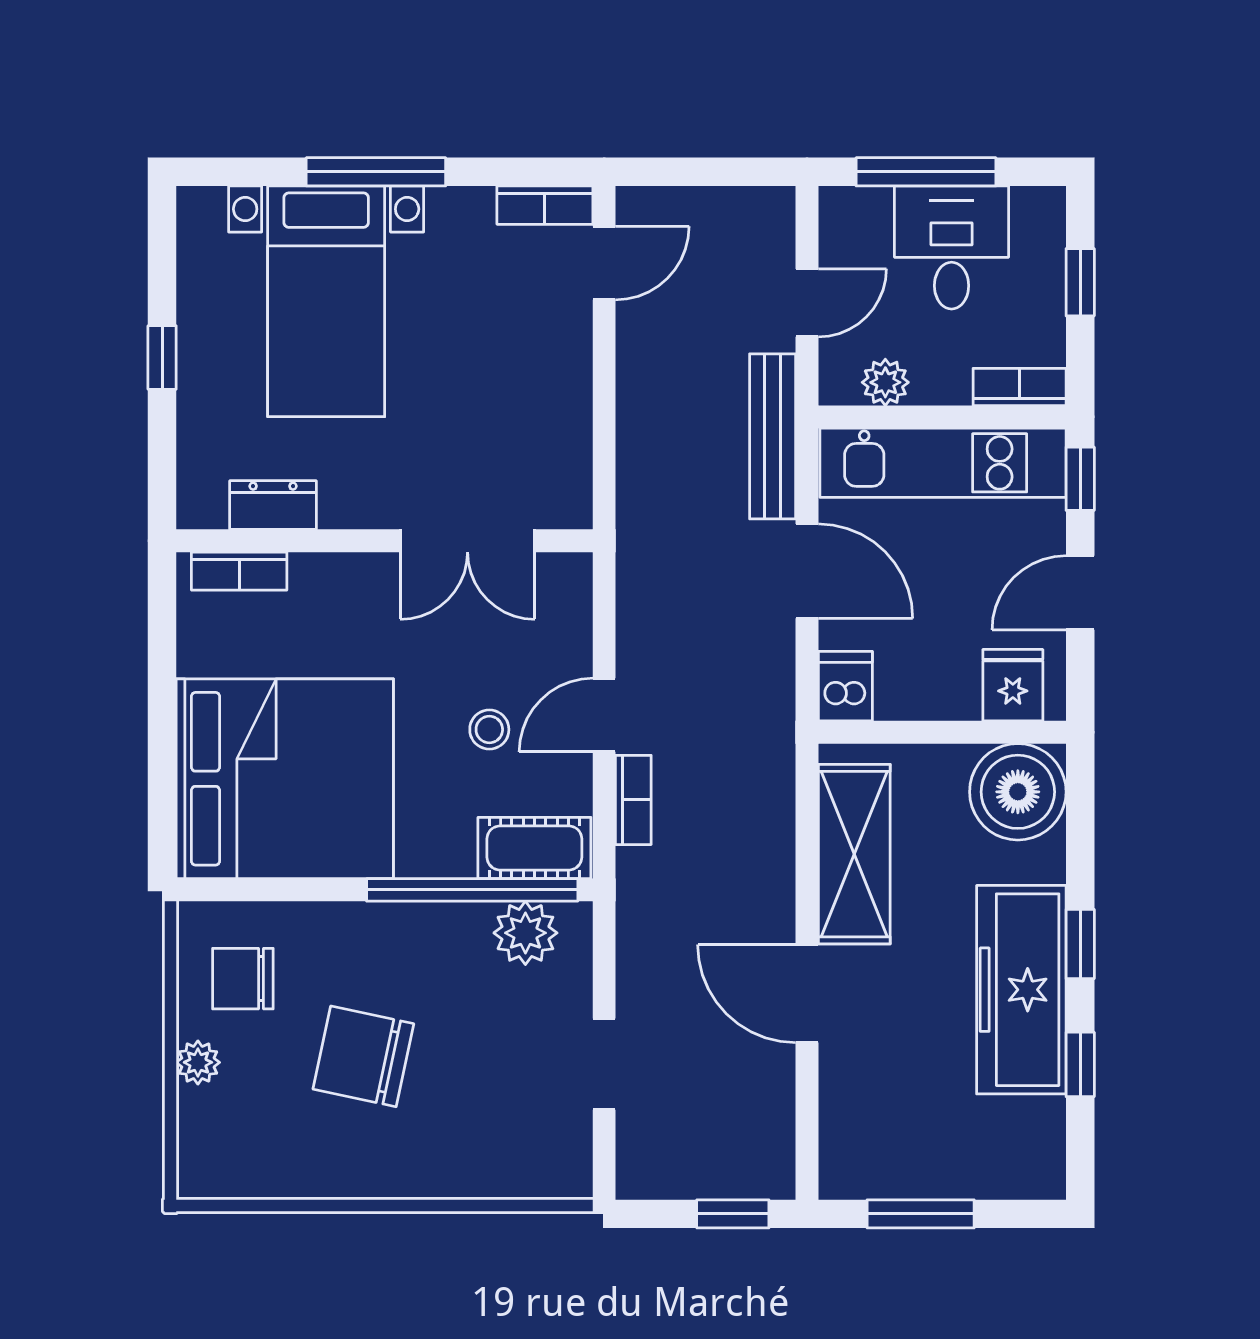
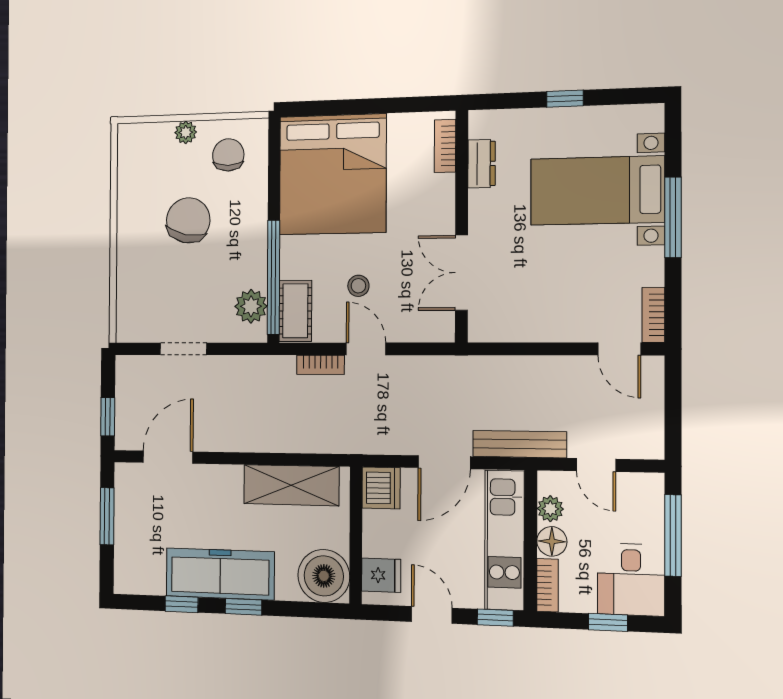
desk: (952, 247) -> (631, 580), moved, turned 90
floor lamp: (943, 379) -> (552, 541), added
dishwasher: (845, 686) -> (381, 488), width x1.38
door: (807, 994) -> (168, 457), moved

